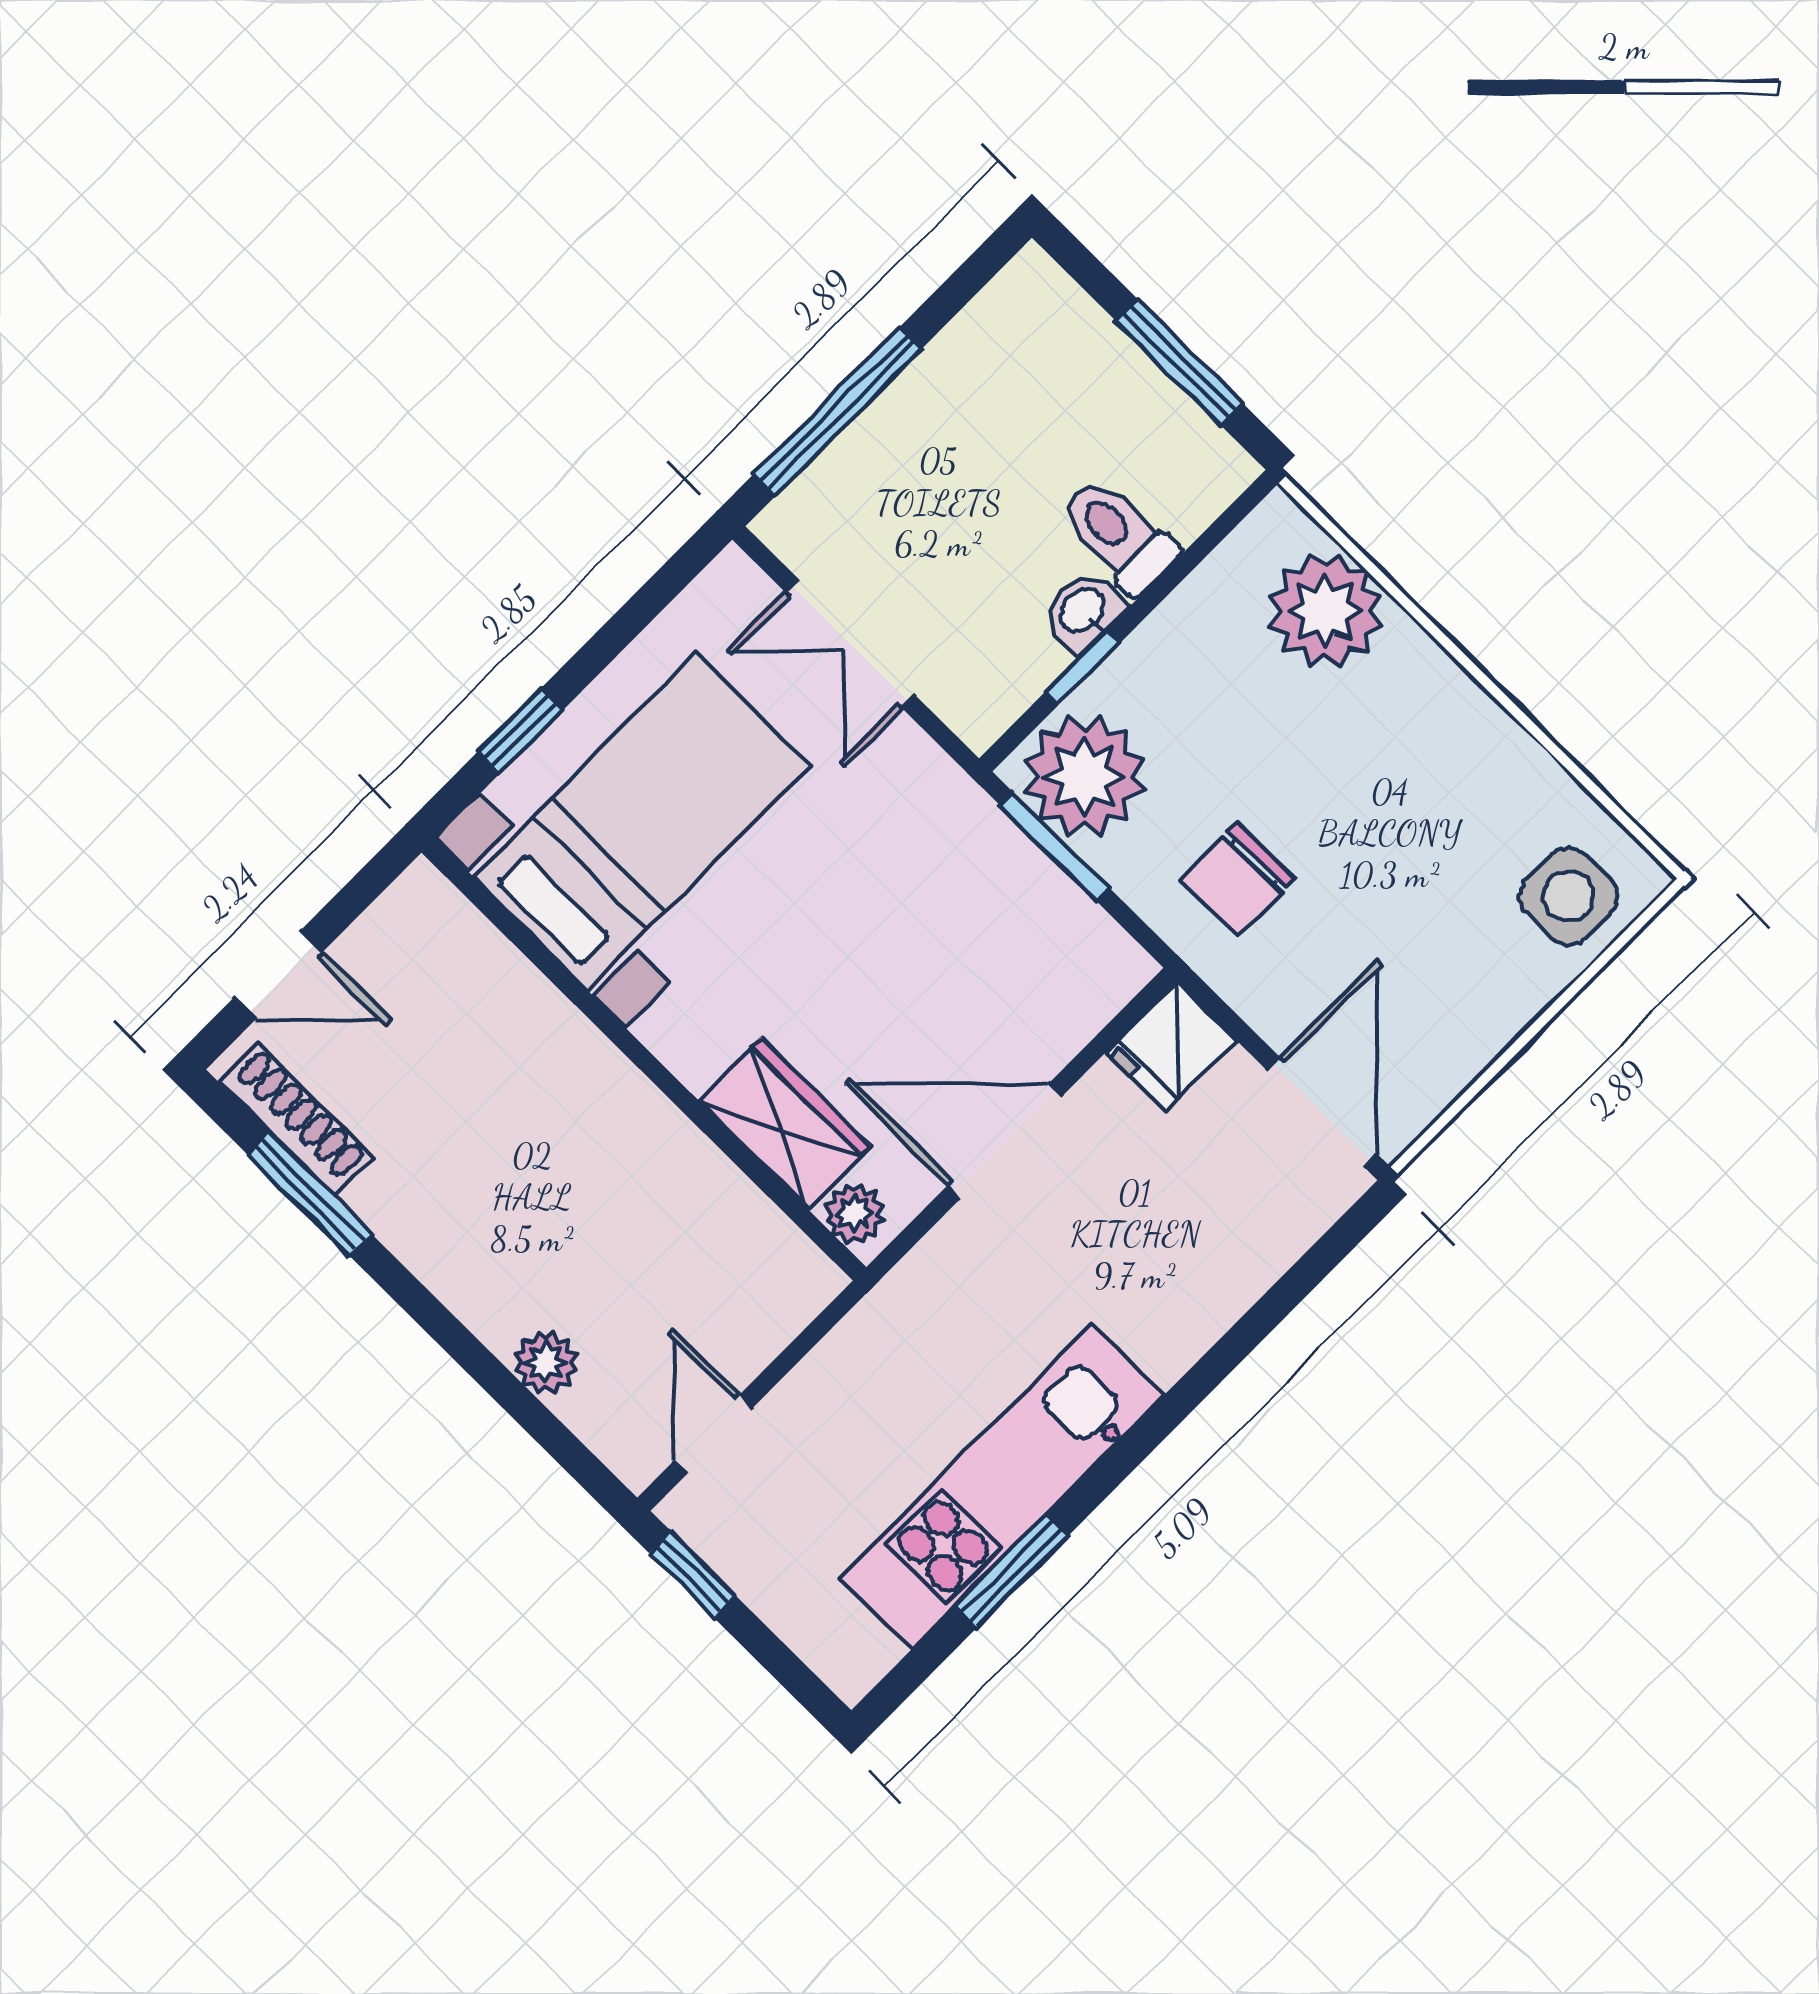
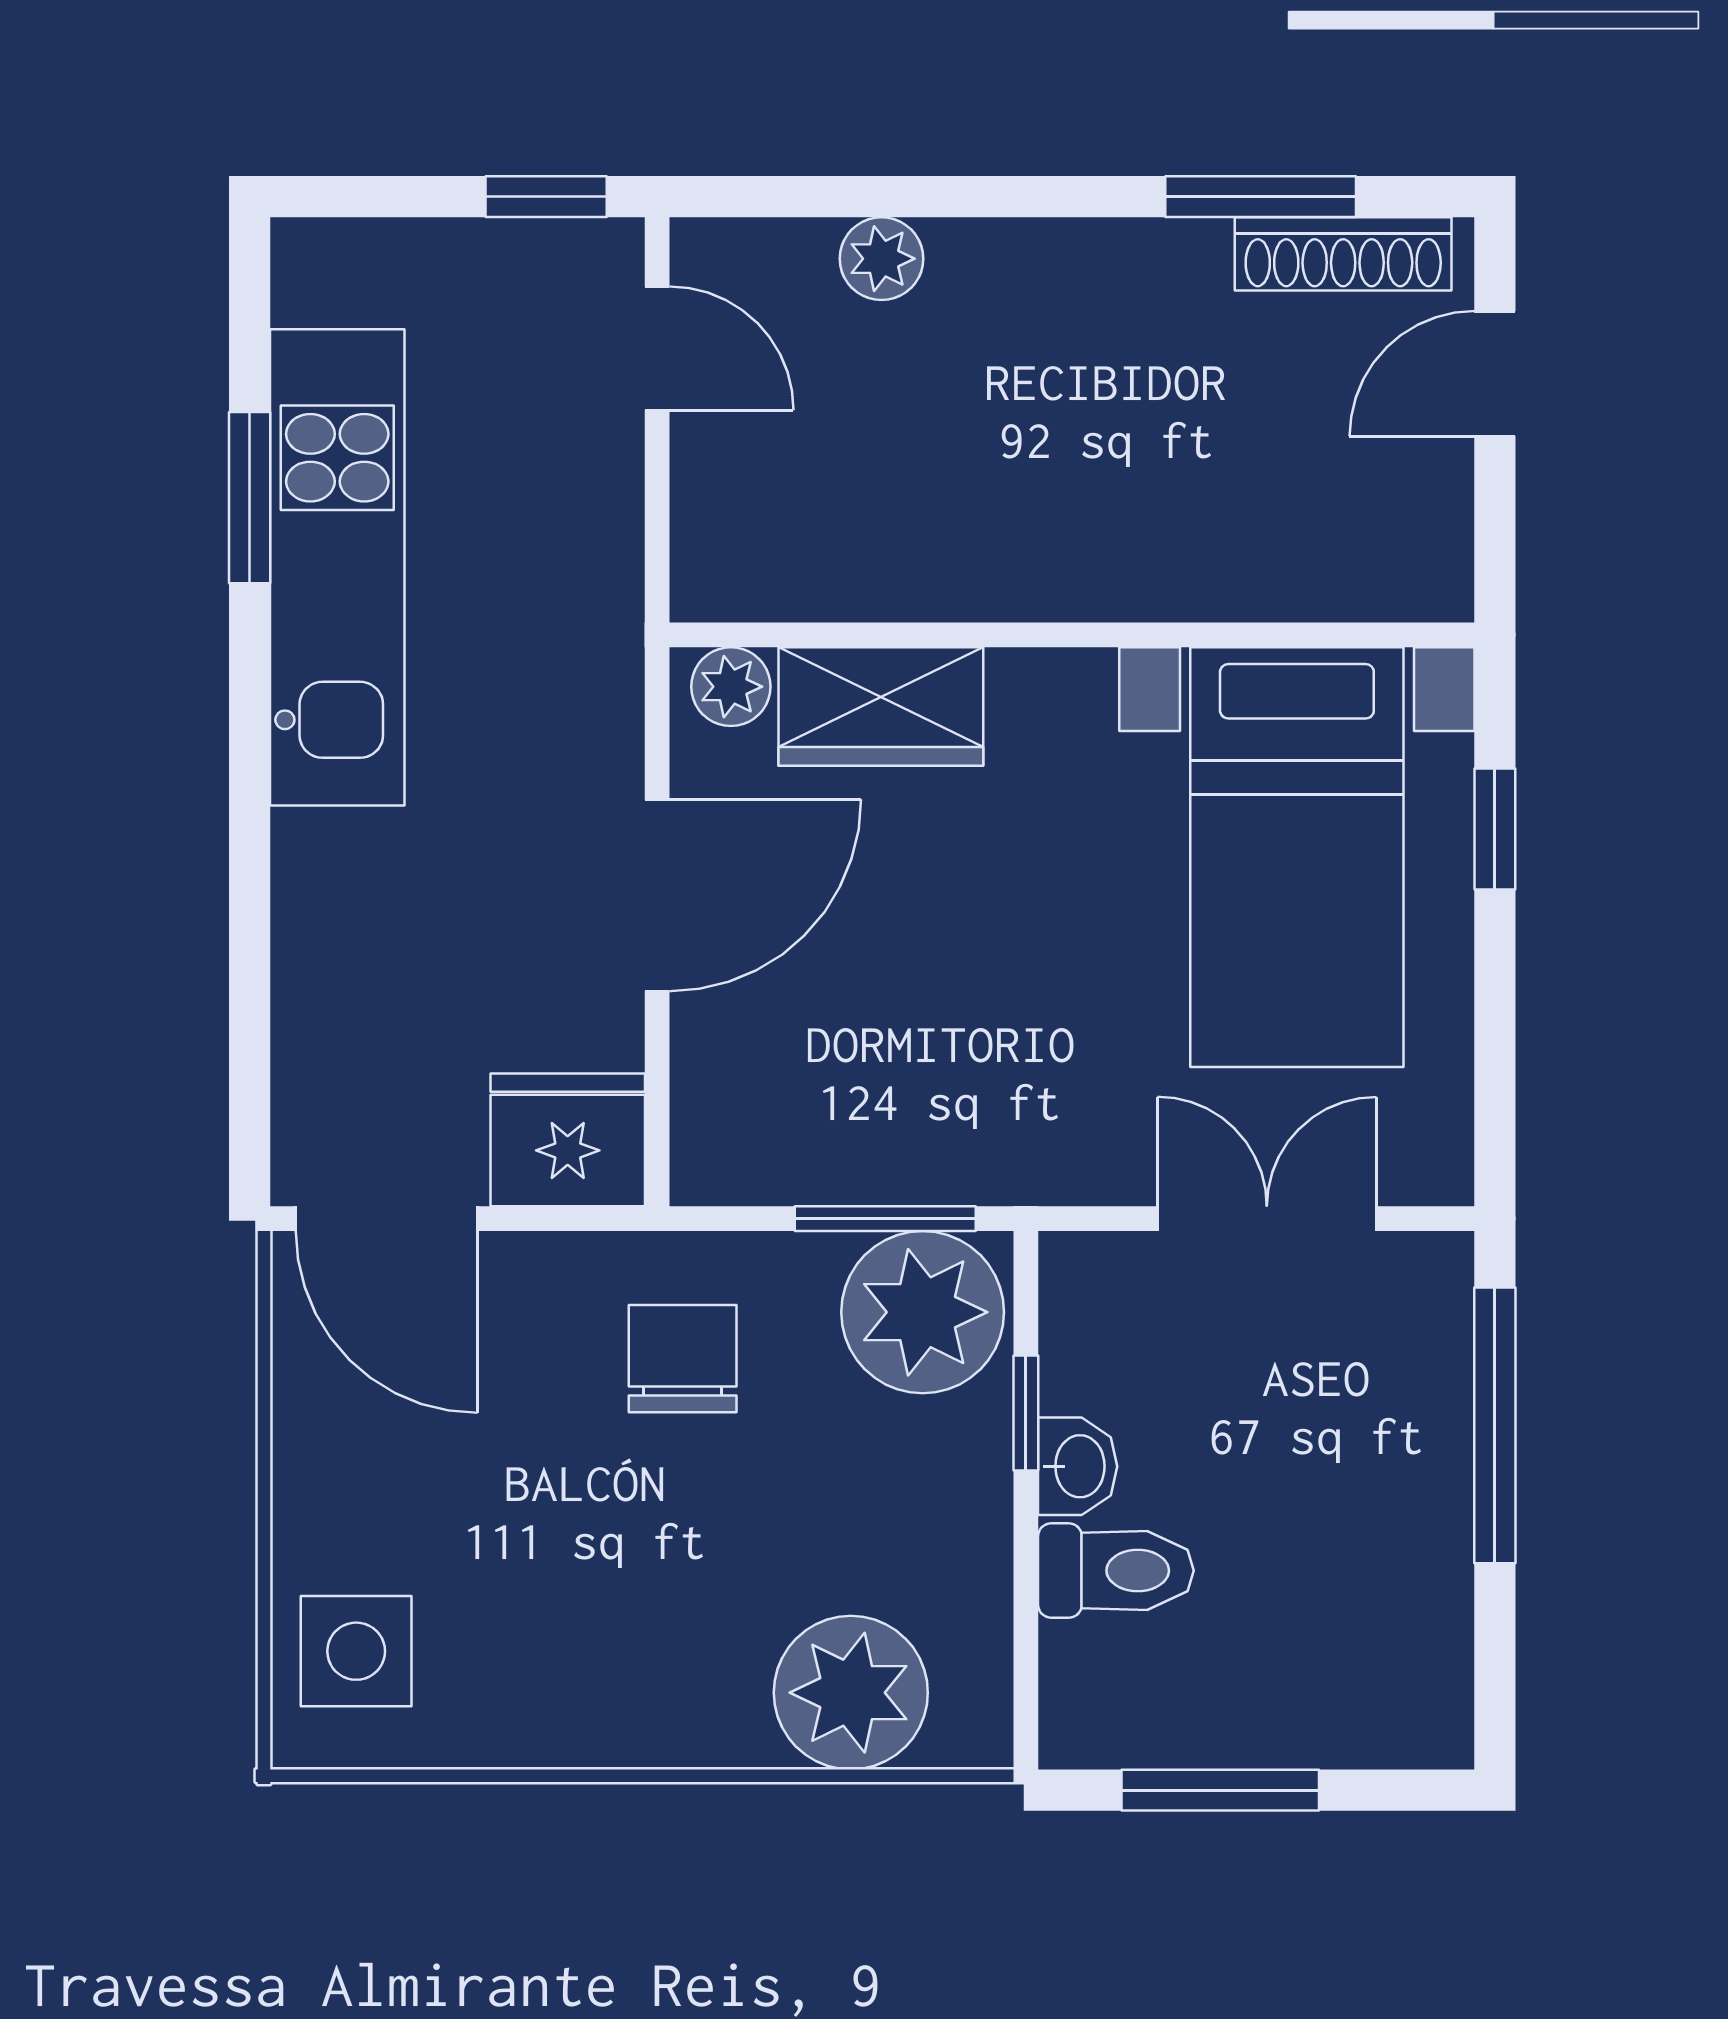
fridge: (1171, 1046) -> (568, 1140), width x1.38

